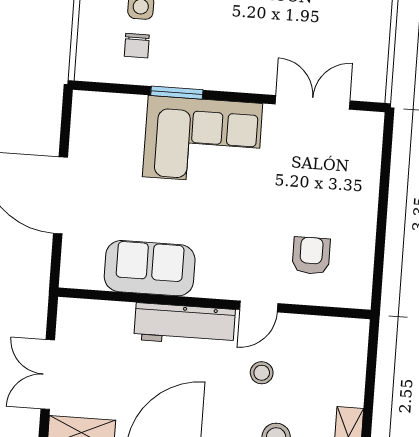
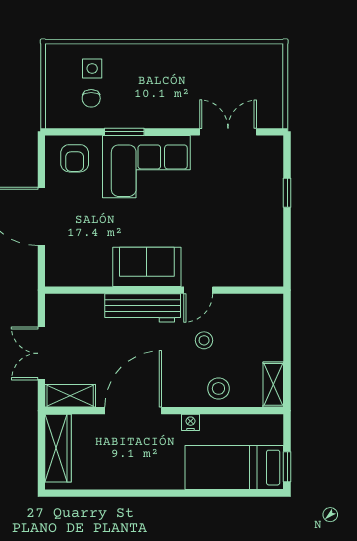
window: (384, 187) -> (287, 193), added
armchair: (311, 256) -> (75, 158), moved, turned 180
sofa: (150, 268) -> (147, 267), moved

